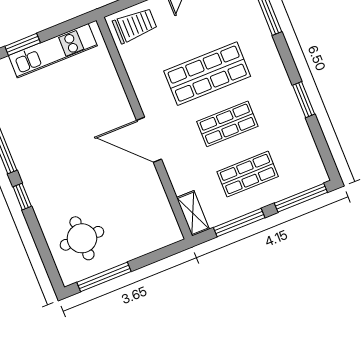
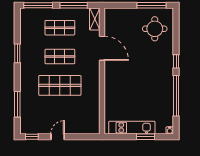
trolley: (135, 25) -> (86, 124), removed
door: (149, 140) -> (102, 48), moved

